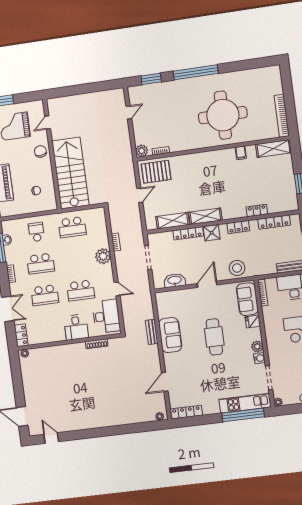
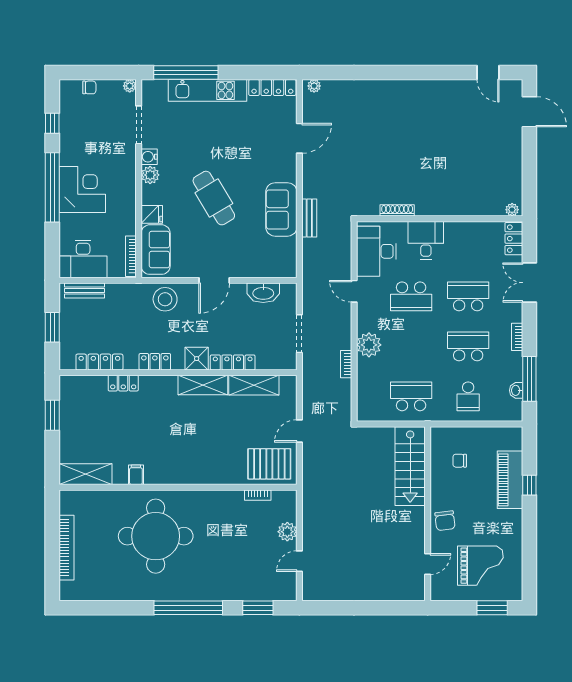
bookcase: (282, 116) -> (67, 548), moved
plant: (142, 151) -> (287, 532), moved
stairs: (70, 173) -> (410, 466), width x0.73, depth x0.66
school desk: (81, 290) -> (411, 296), turned 180
cafe table: (214, 337) -> (214, 198), turned -31
kitchen unit: (245, 403) -> (207, 90), moved

